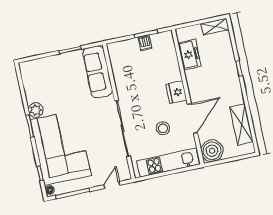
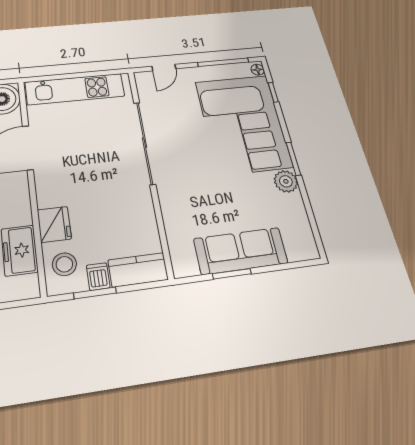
kitchen counter: (123, 48) -> (138, 270), added
sofa: (98, 72) -> (241, 251), moved, turned -90
fridge: (176, 92) -> (54, 224), moved
stool: (163, 128) -> (64, 264), moved

